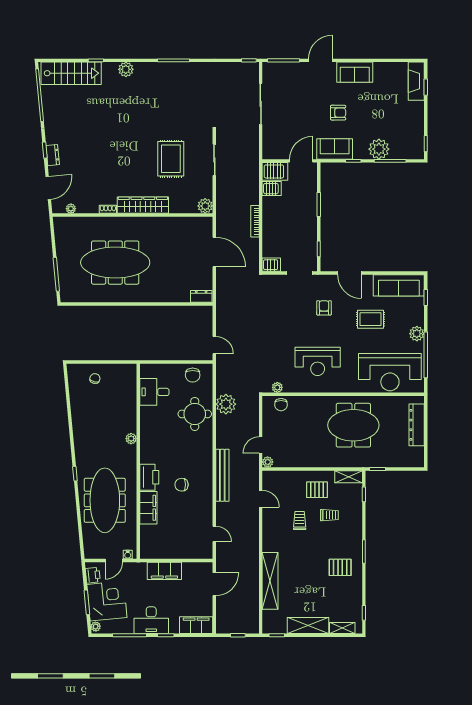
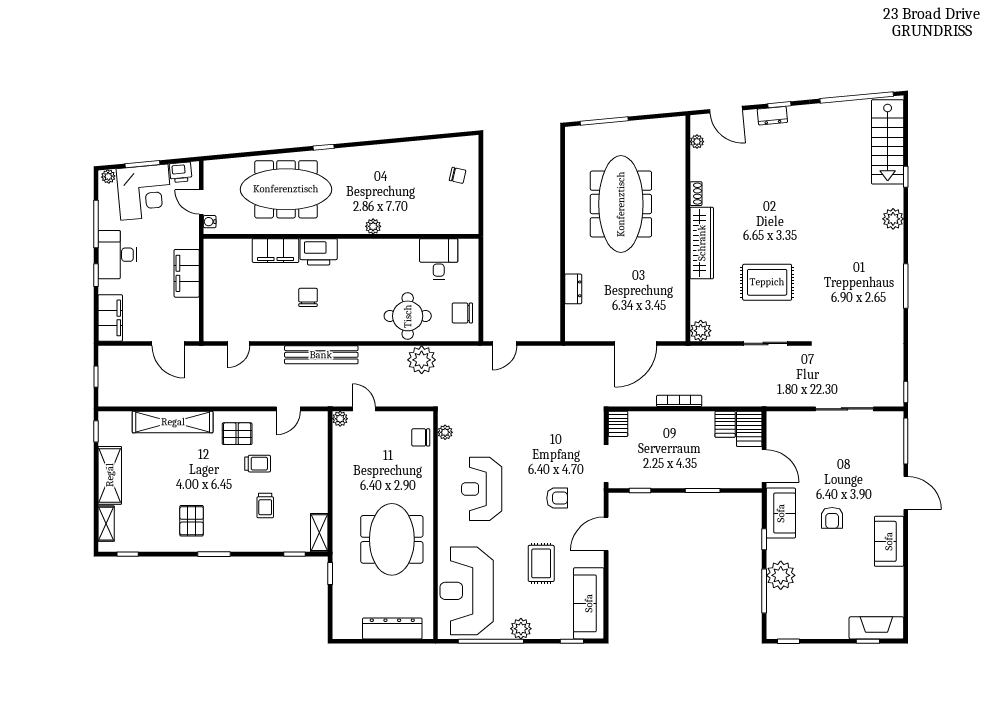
dresser: (201, 296) -> (573, 289), moved
pallet: (317, 490) -> (237, 434), moved, turned 90

